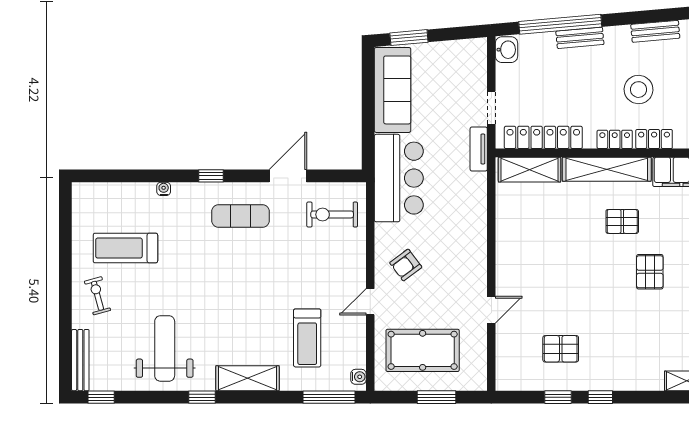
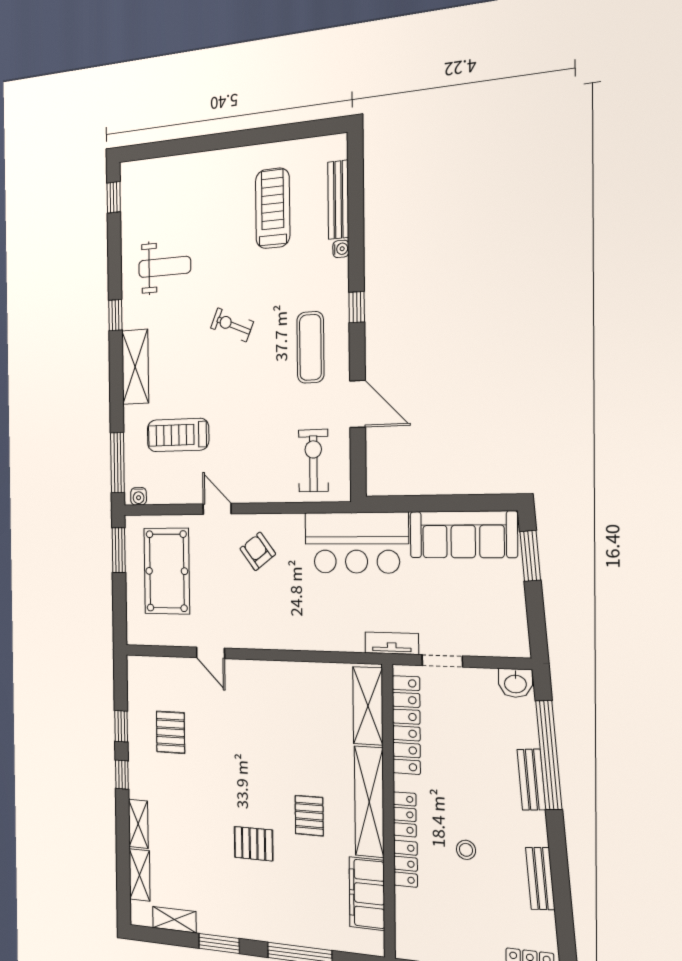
stool: (639, 90) -> (466, 850), width x0.53, depth x0.53
exercise bike: (98, 296) -> (232, 325), moved, turned -142
weight bench: (165, 348) -> (165, 267), width x0.73, depth x0.75
bench: (80, 360) -> (338, 200), moved, turned 90
shelving: (642, 382) -> (138, 824), added
window: (437, 397) -> (119, 550), moved

